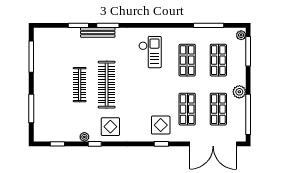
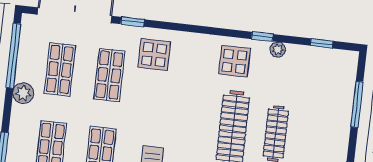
window: (161, 144) -> (133, 22), moved

